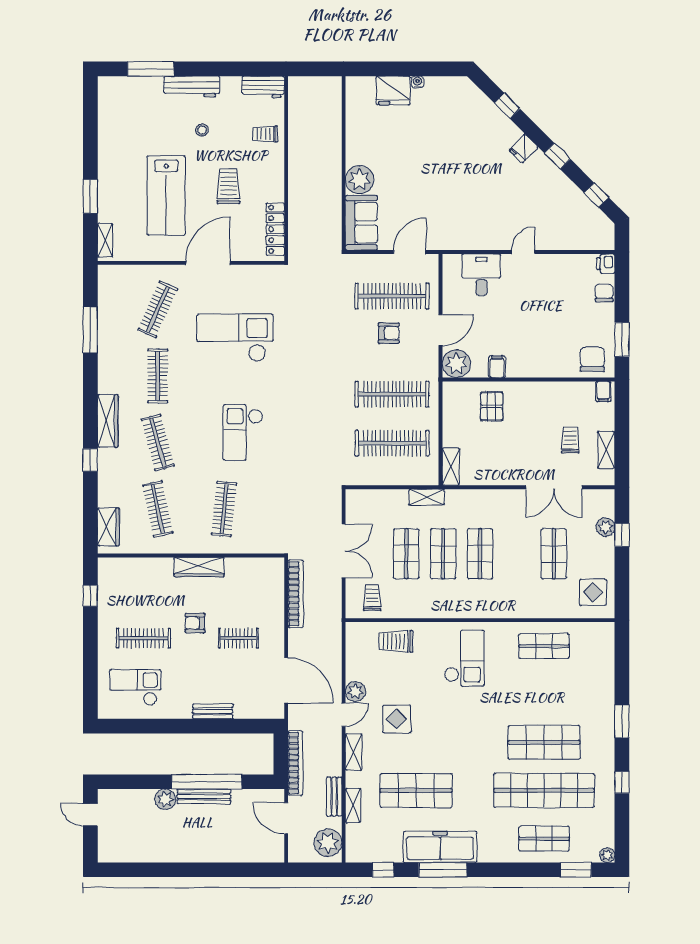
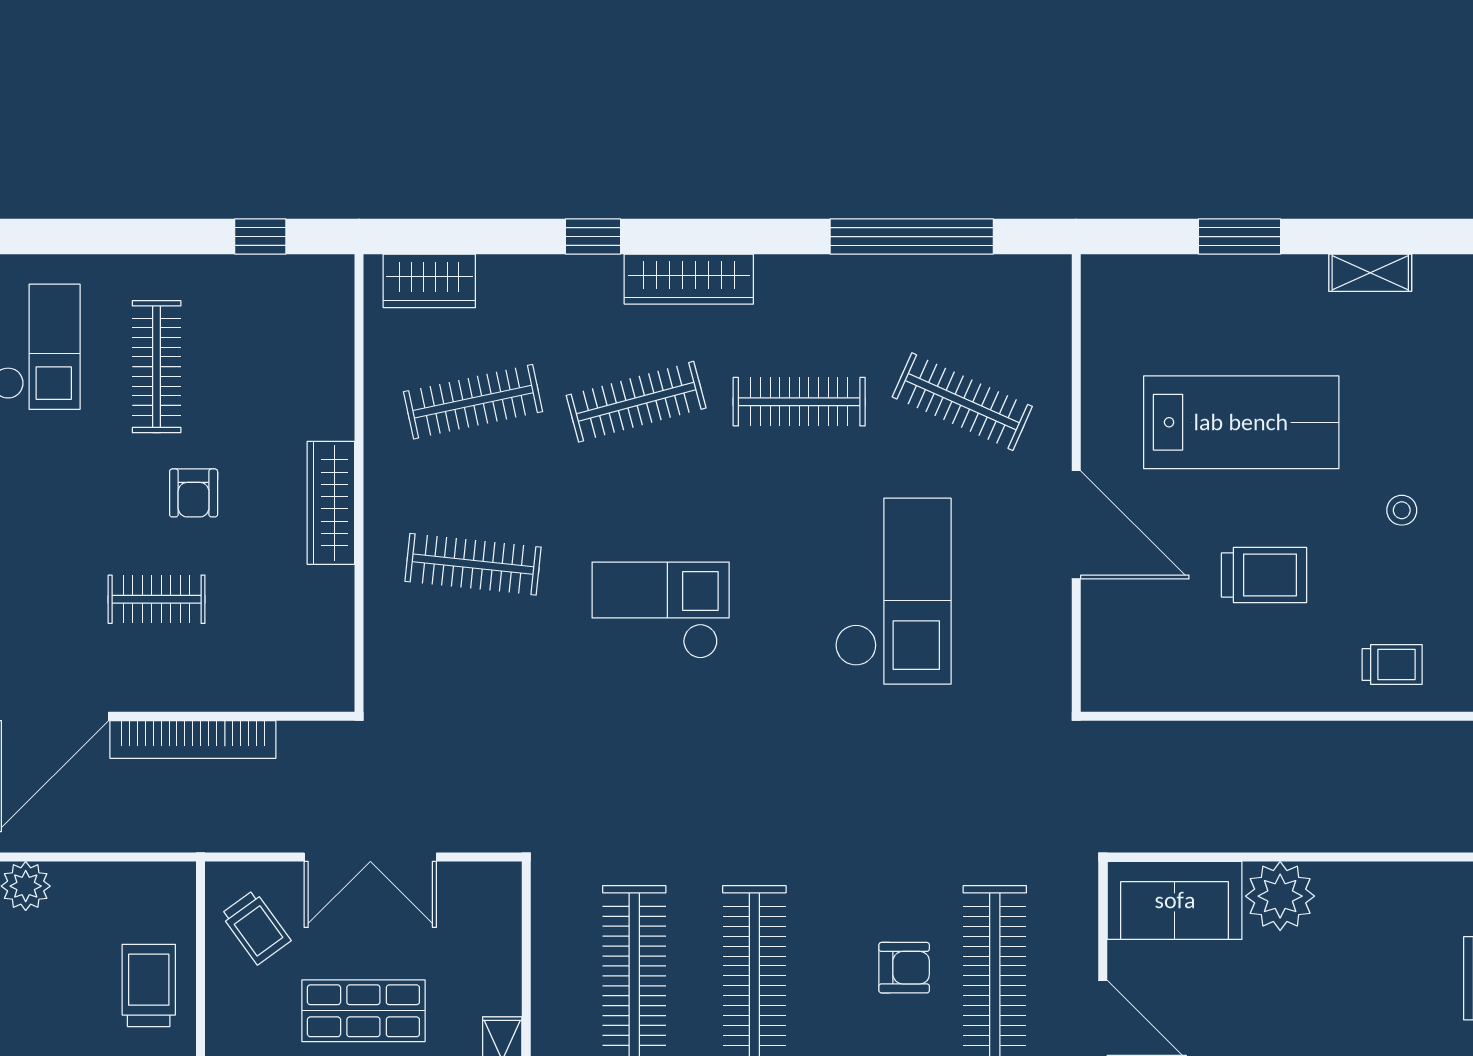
trolley: (265, 134) -> (1392, 664), turned 90
lab bench: (166, 196) -> (1241, 422), turned 180
locker: (275, 229) -> (1159, 690), removed
shelving: (105, 240) -> (1370, 273), moved
window: (90, 330) -> (912, 237), width x1.46
armchair: (389, 333) -> (904, 968), turned -90
bookcase: (296, 594) -> (193, 739), moved
trolley: (372, 598) -> (256, 927), turned 54
armchair: (195, 623) -> (194, 493), turned 180
clothes rail: (238, 638) -> (157, 599), turned 90

